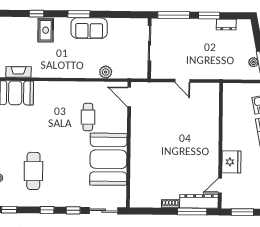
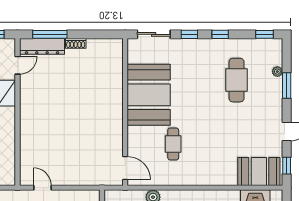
door: (182, 81) -> (42, 188), moved

